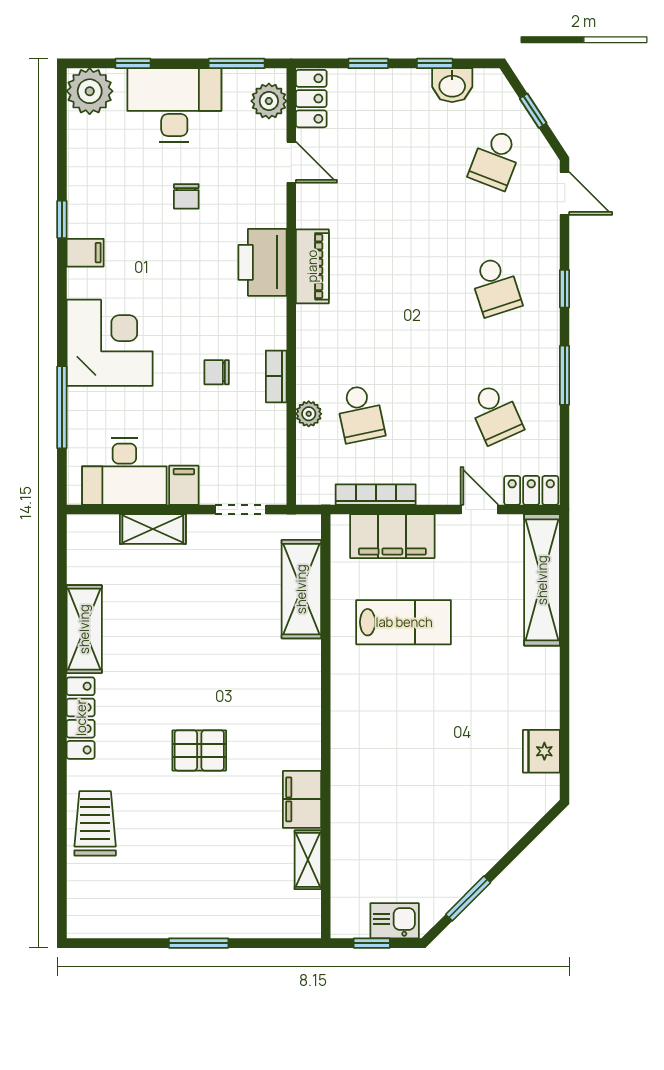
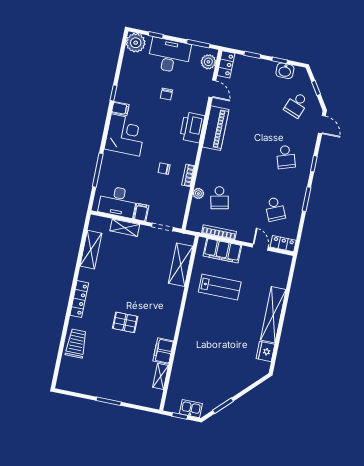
piano: (312, 266) -> (216, 128), width x1.37, depth x1.33
corner desk: (110, 343) -> (125, 135), moved
shelving: (542, 580) -> (273, 315), moved
shelving: (84, 629) -> (91, 250), moved

